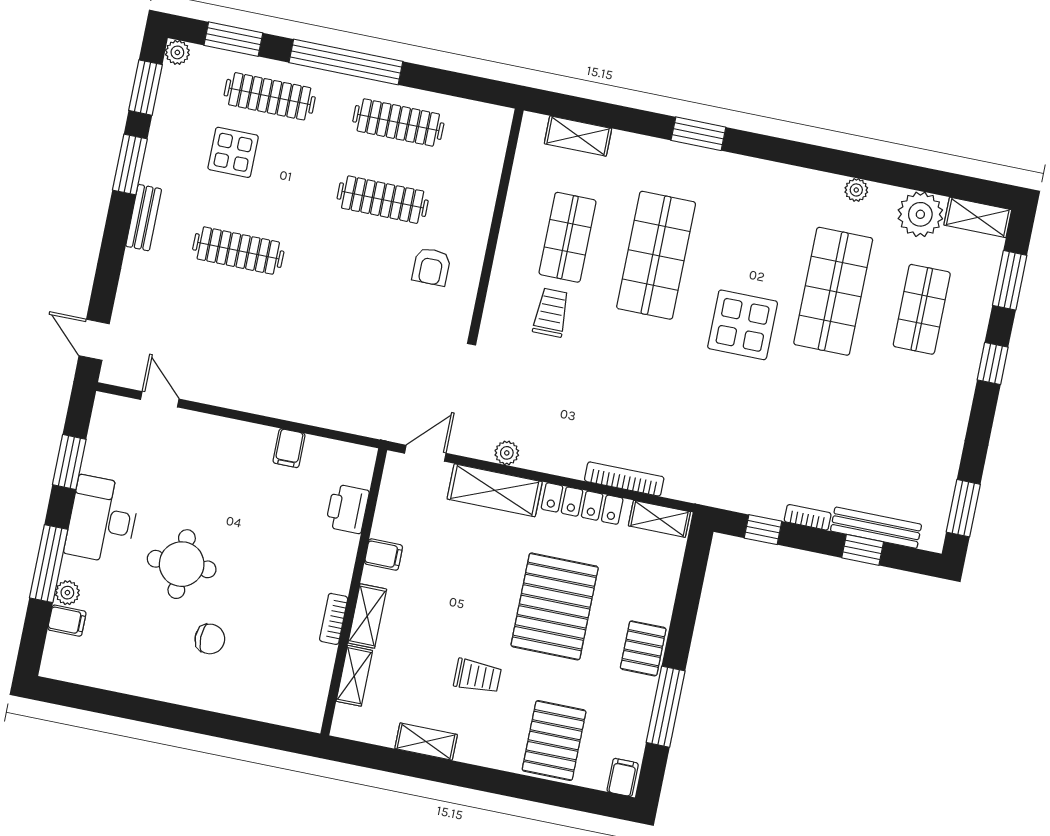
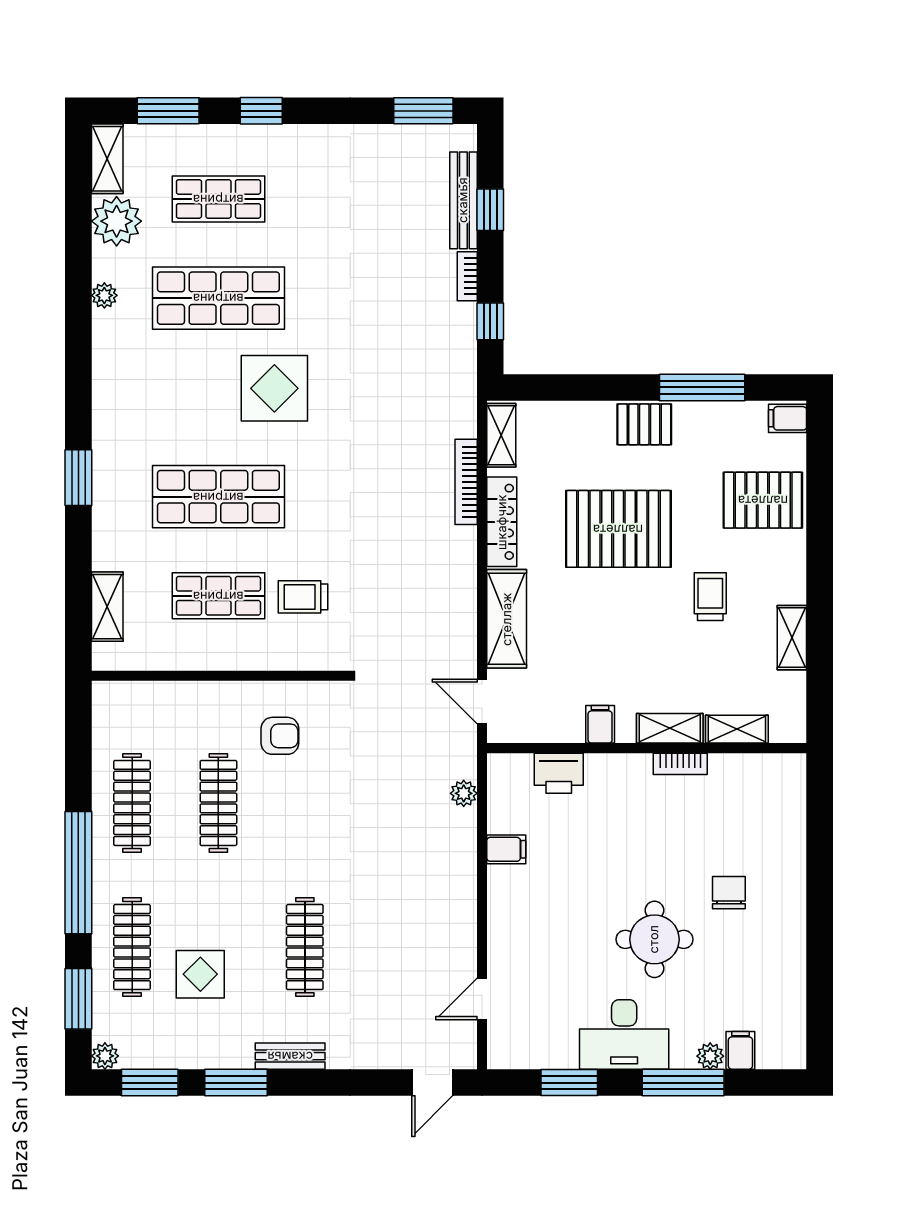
plant: (507, 453) -> (464, 793), moved

